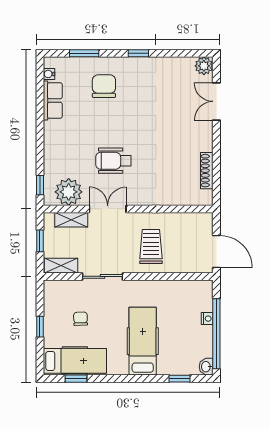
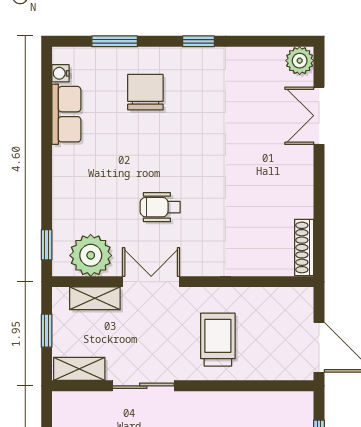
wheelchair: (113, 161) -> (160, 207), width x0.73, depth x0.73
shoe rack: (207, 171) -> (304, 247), moved

